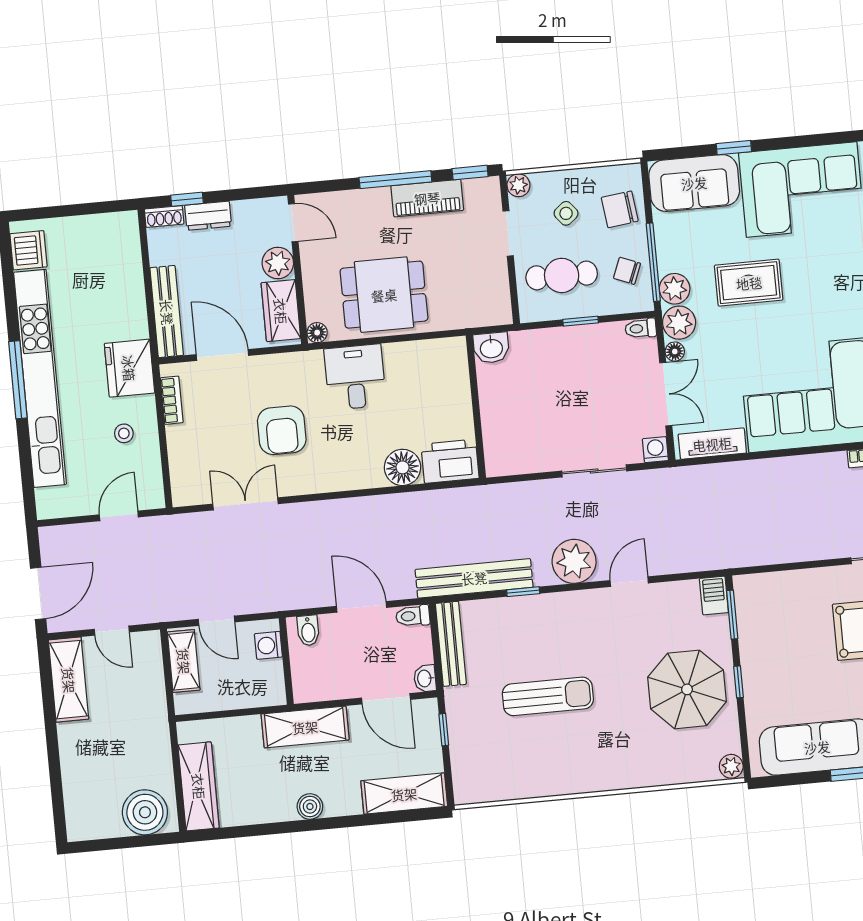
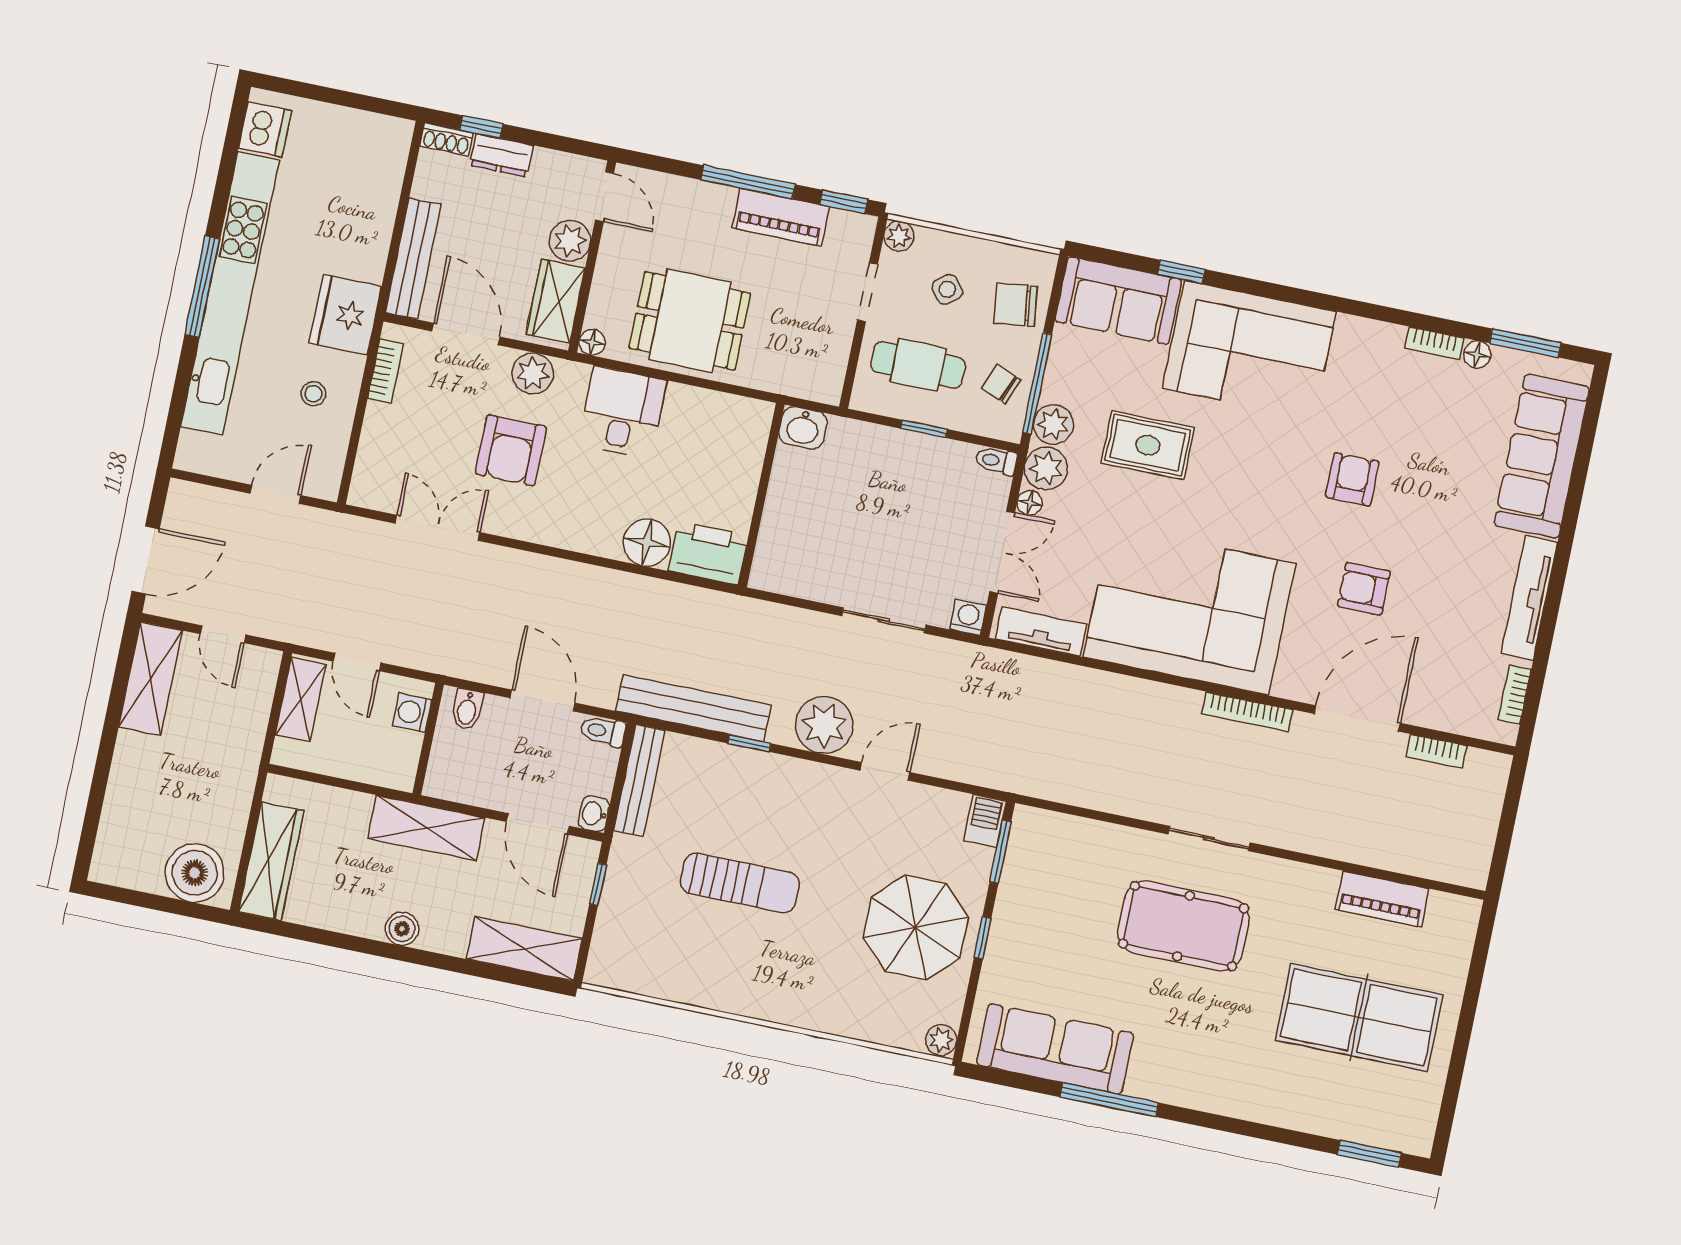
plant: (280, 369) -> (533, 373), added

